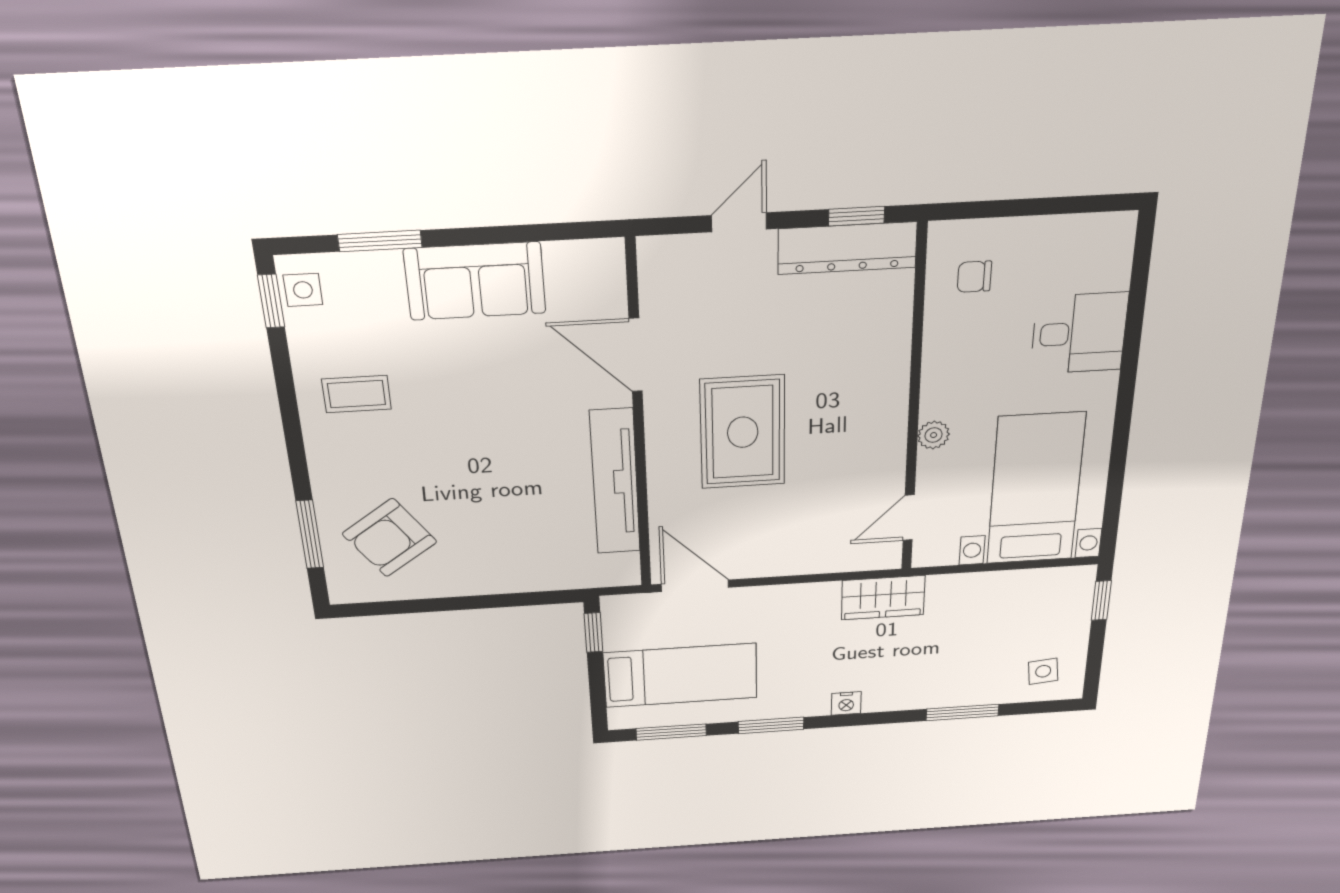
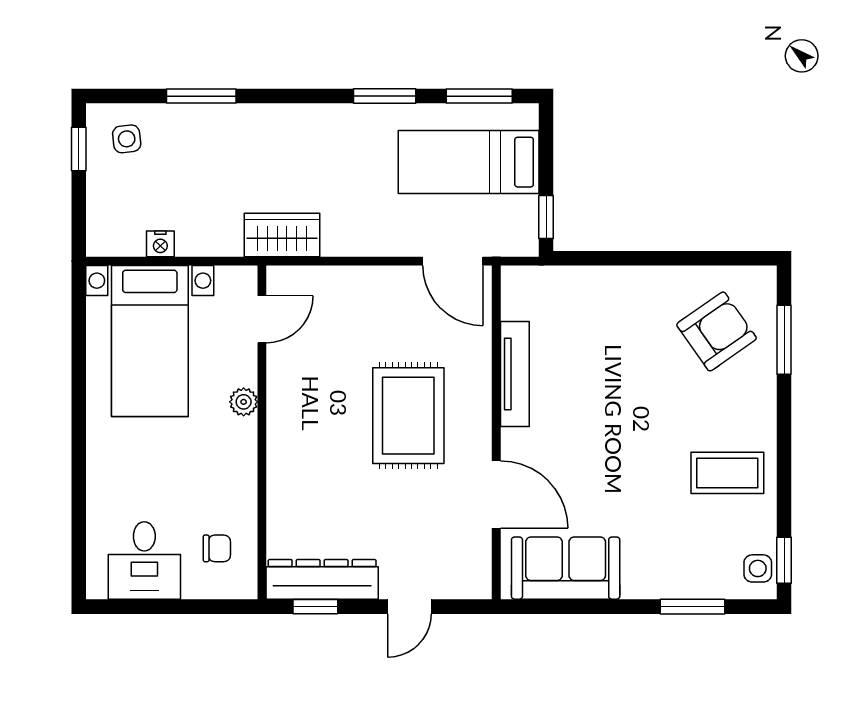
sofa: (475, 281) -> (566, 568), moved
desk: (1079, 333) -> (144, 560), moved, turned -90
coffee table: (357, 394) -> (727, 473), width x1.36, depth x1.30
tv unit: (615, 482) -> (515, 374), width x0.73, depth x0.78
window: (1101, 600) -> (79, 149), moved
nightstand: (846, 703) -> (160, 244), moved, turned 180

